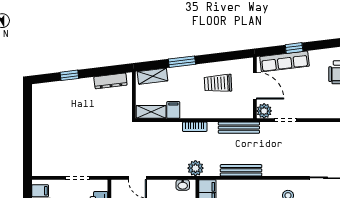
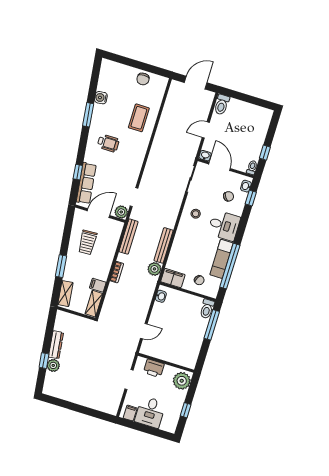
dresser: (110, 81) -> (56, 345), moved
plant: (67, 87) -> (53, 365), added
plant: (195, 168) -> (154, 269), moved

